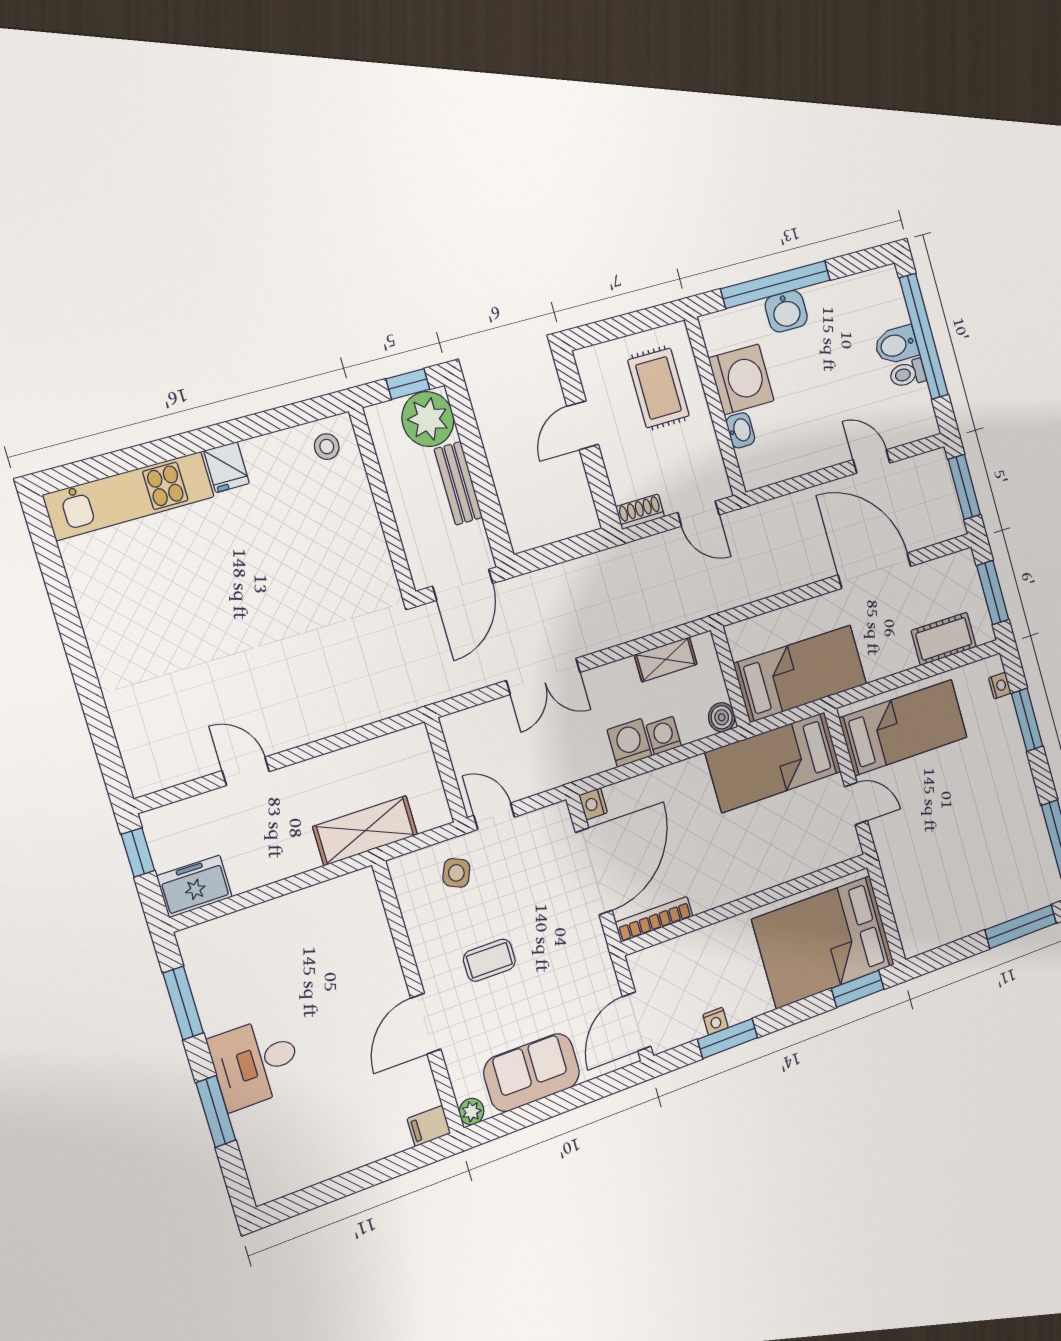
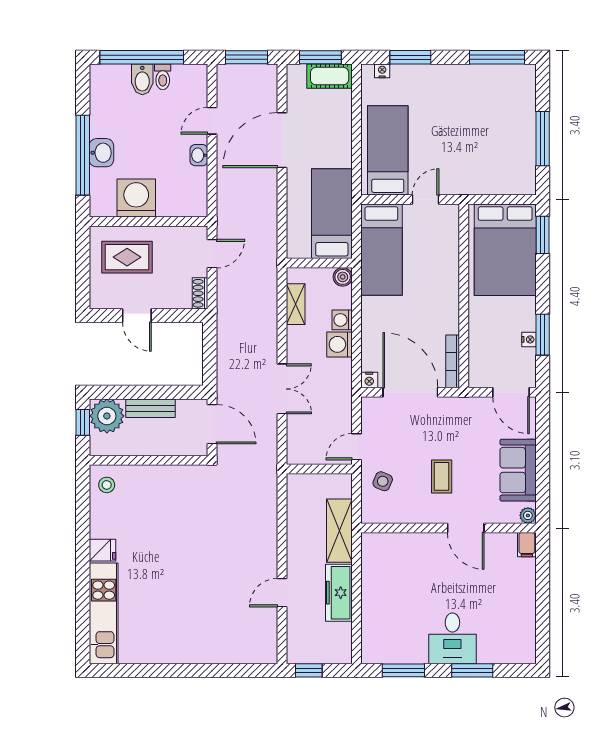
washbasin: (740, 430) -> (199, 155), moved, turned -90
cot: (944, 639) -> (330, 76), moved, turned 90
freezer: (194, 886) -> (339, 593), moved, width x1.40
window: (1021, 927) -> (543, 139), moved

